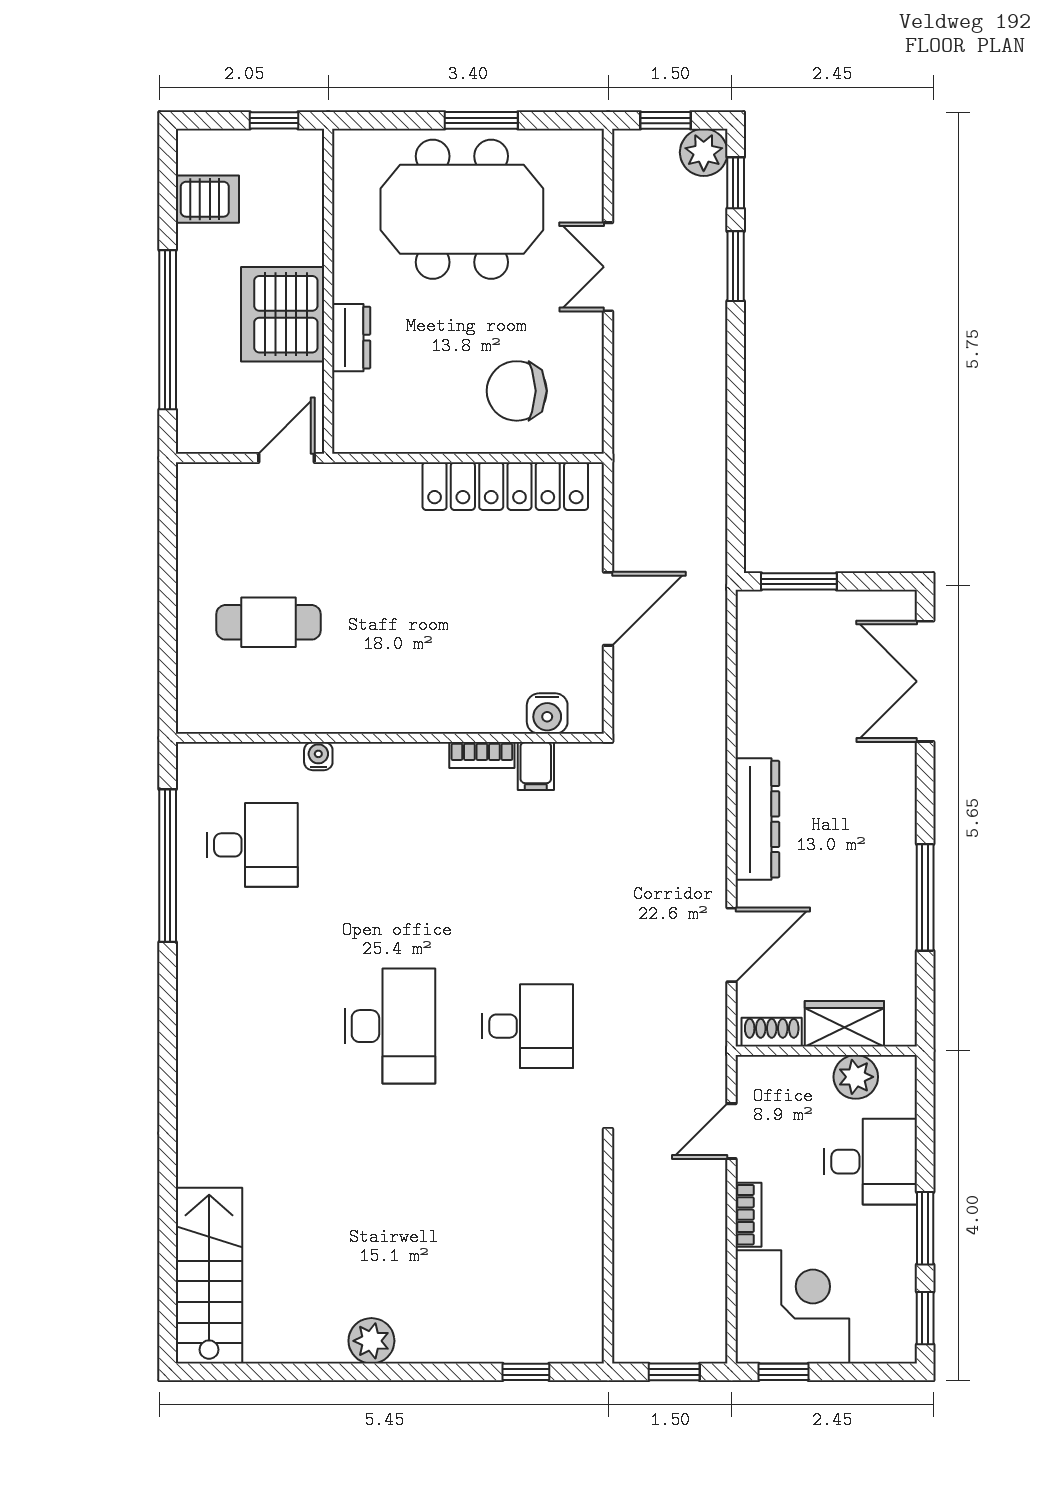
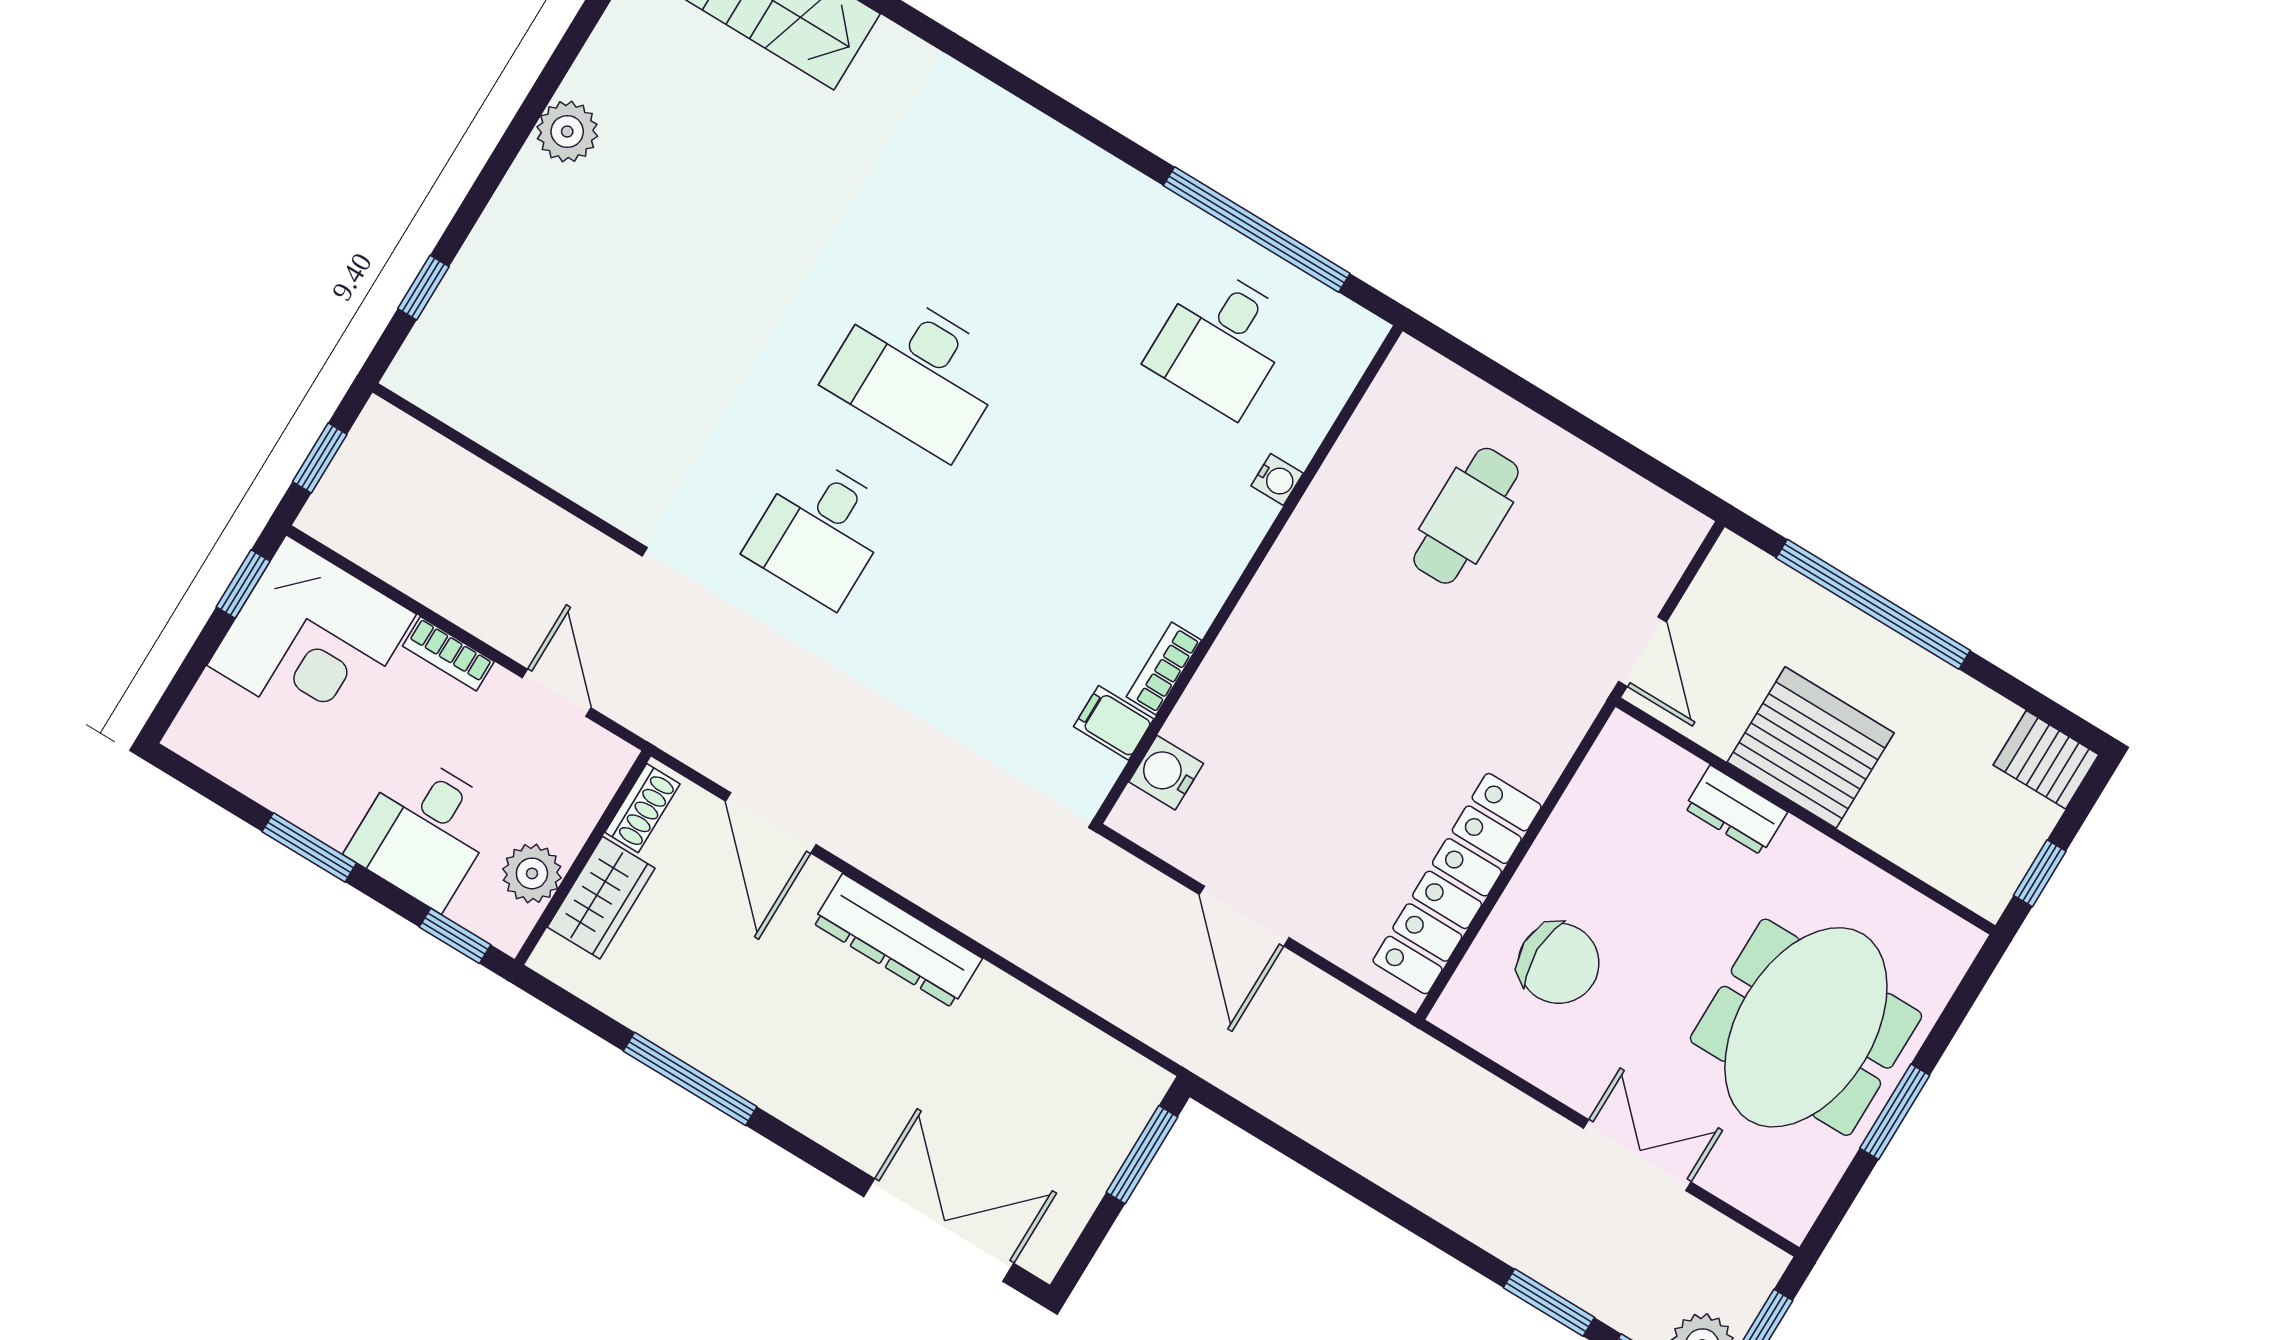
server rack: (207, 199) -> (2046, 760), moved, turned 90
chair: (517, 391) -> (1559, 963), turned 90
window: (925, 1318) -> (455, 936), moved

